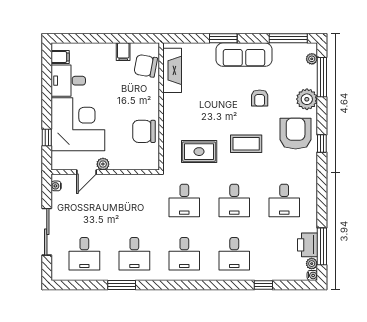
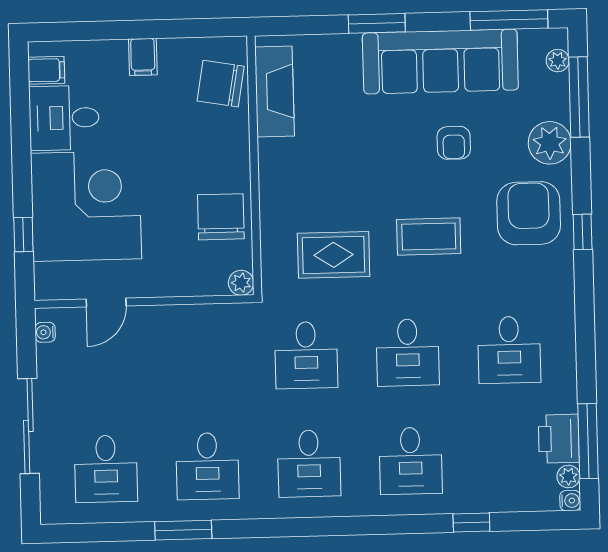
filing cabinet: (123, 52) -> (143, 57), moved
sofa: (244, 55) -> (440, 61), width x1.36, depth x1.27
chair: (144, 131) -> (221, 217), turned 90
plant: (103, 164) -> (241, 283), moved

